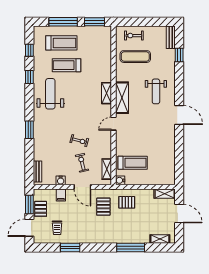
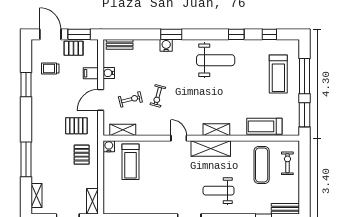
treadmill: (67, 65) -> (264, 126), moved, turned -90
water cooler: (38, 134) -> (166, 45), added

